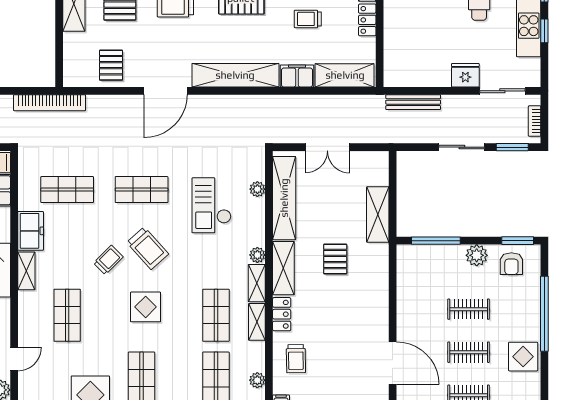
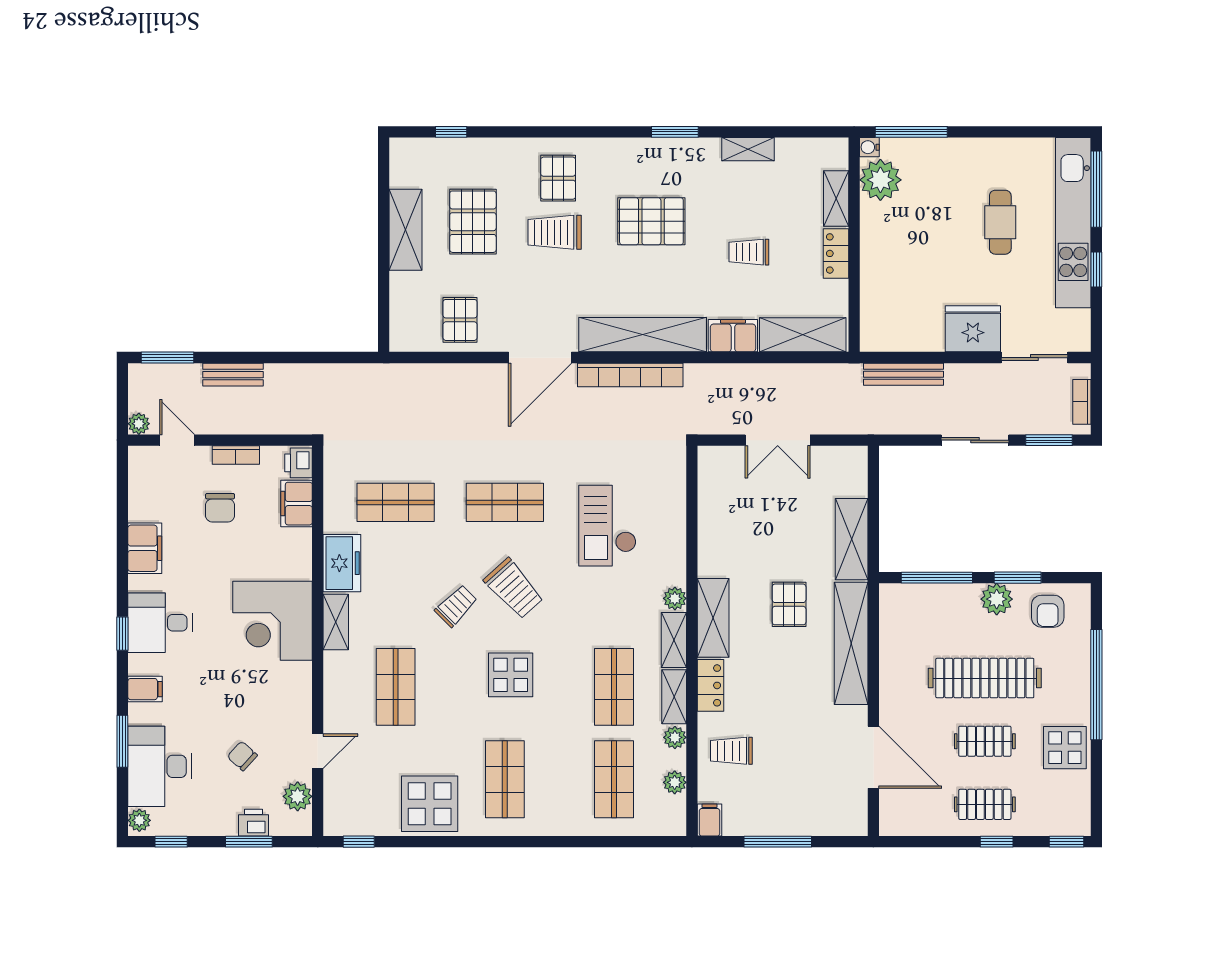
fridge: (465, 75) -> (973, 329), width x1.36, depth x1.34
bookcase: (50, 103) -> (630, 375), moved
plant: (257, 189) -> (675, 737), moved
shelving: (284, 198) -> (851, 643), moved
window: (518, 241) -> (1018, 578), moved
clothes rail: (469, 309) -> (985, 678), width x1.86, depth x1.31
trolley: (296, 359) -> (731, 751), turned 91

